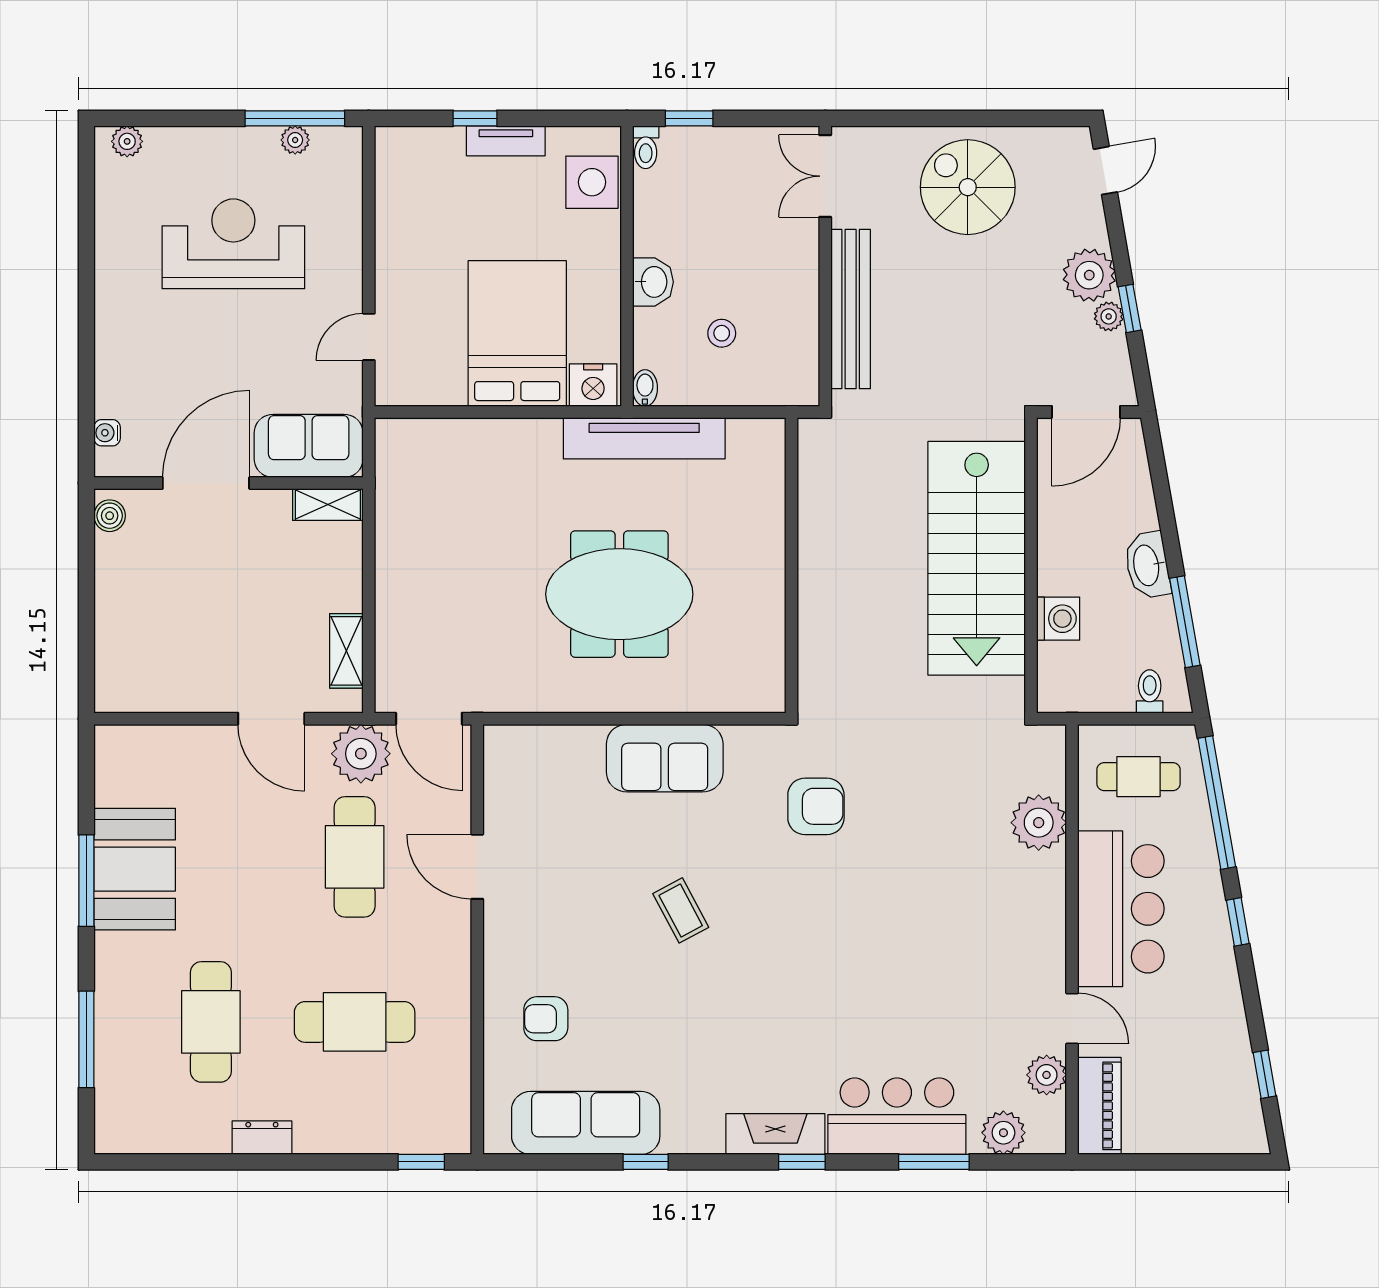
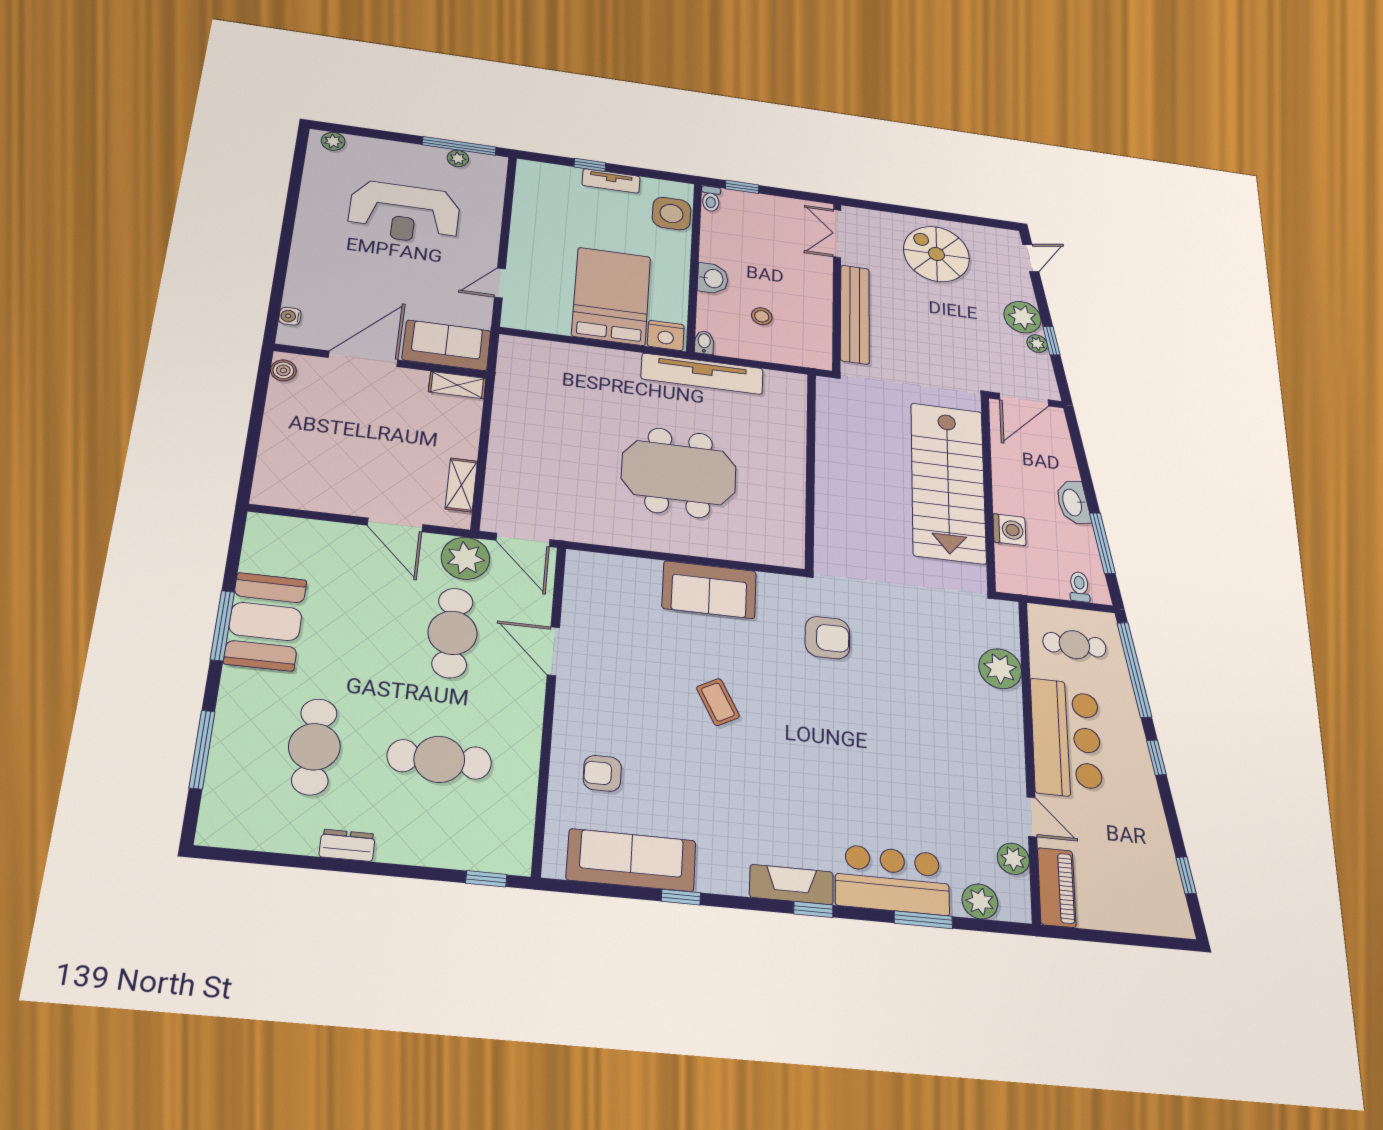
reception desk: (233, 244) -> (404, 213), turned 180

